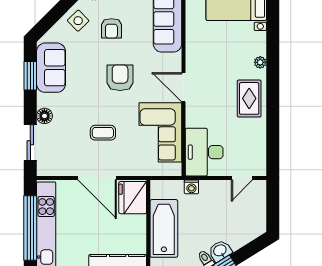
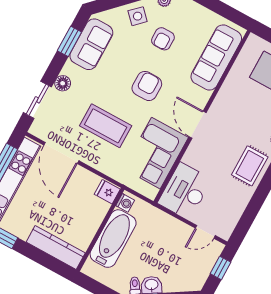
coffee table: (103, 133) -> (106, 126), width x1.86, depth x1.72
door: (97, 178) -> (61, 153), moved
washing machine: (191, 187) -> (125, 203), moved, turned -90
fridge: (133, 198) -> (107, 192), width x0.53, depth x0.75
window: (273, 203) -> (220, 268), added

